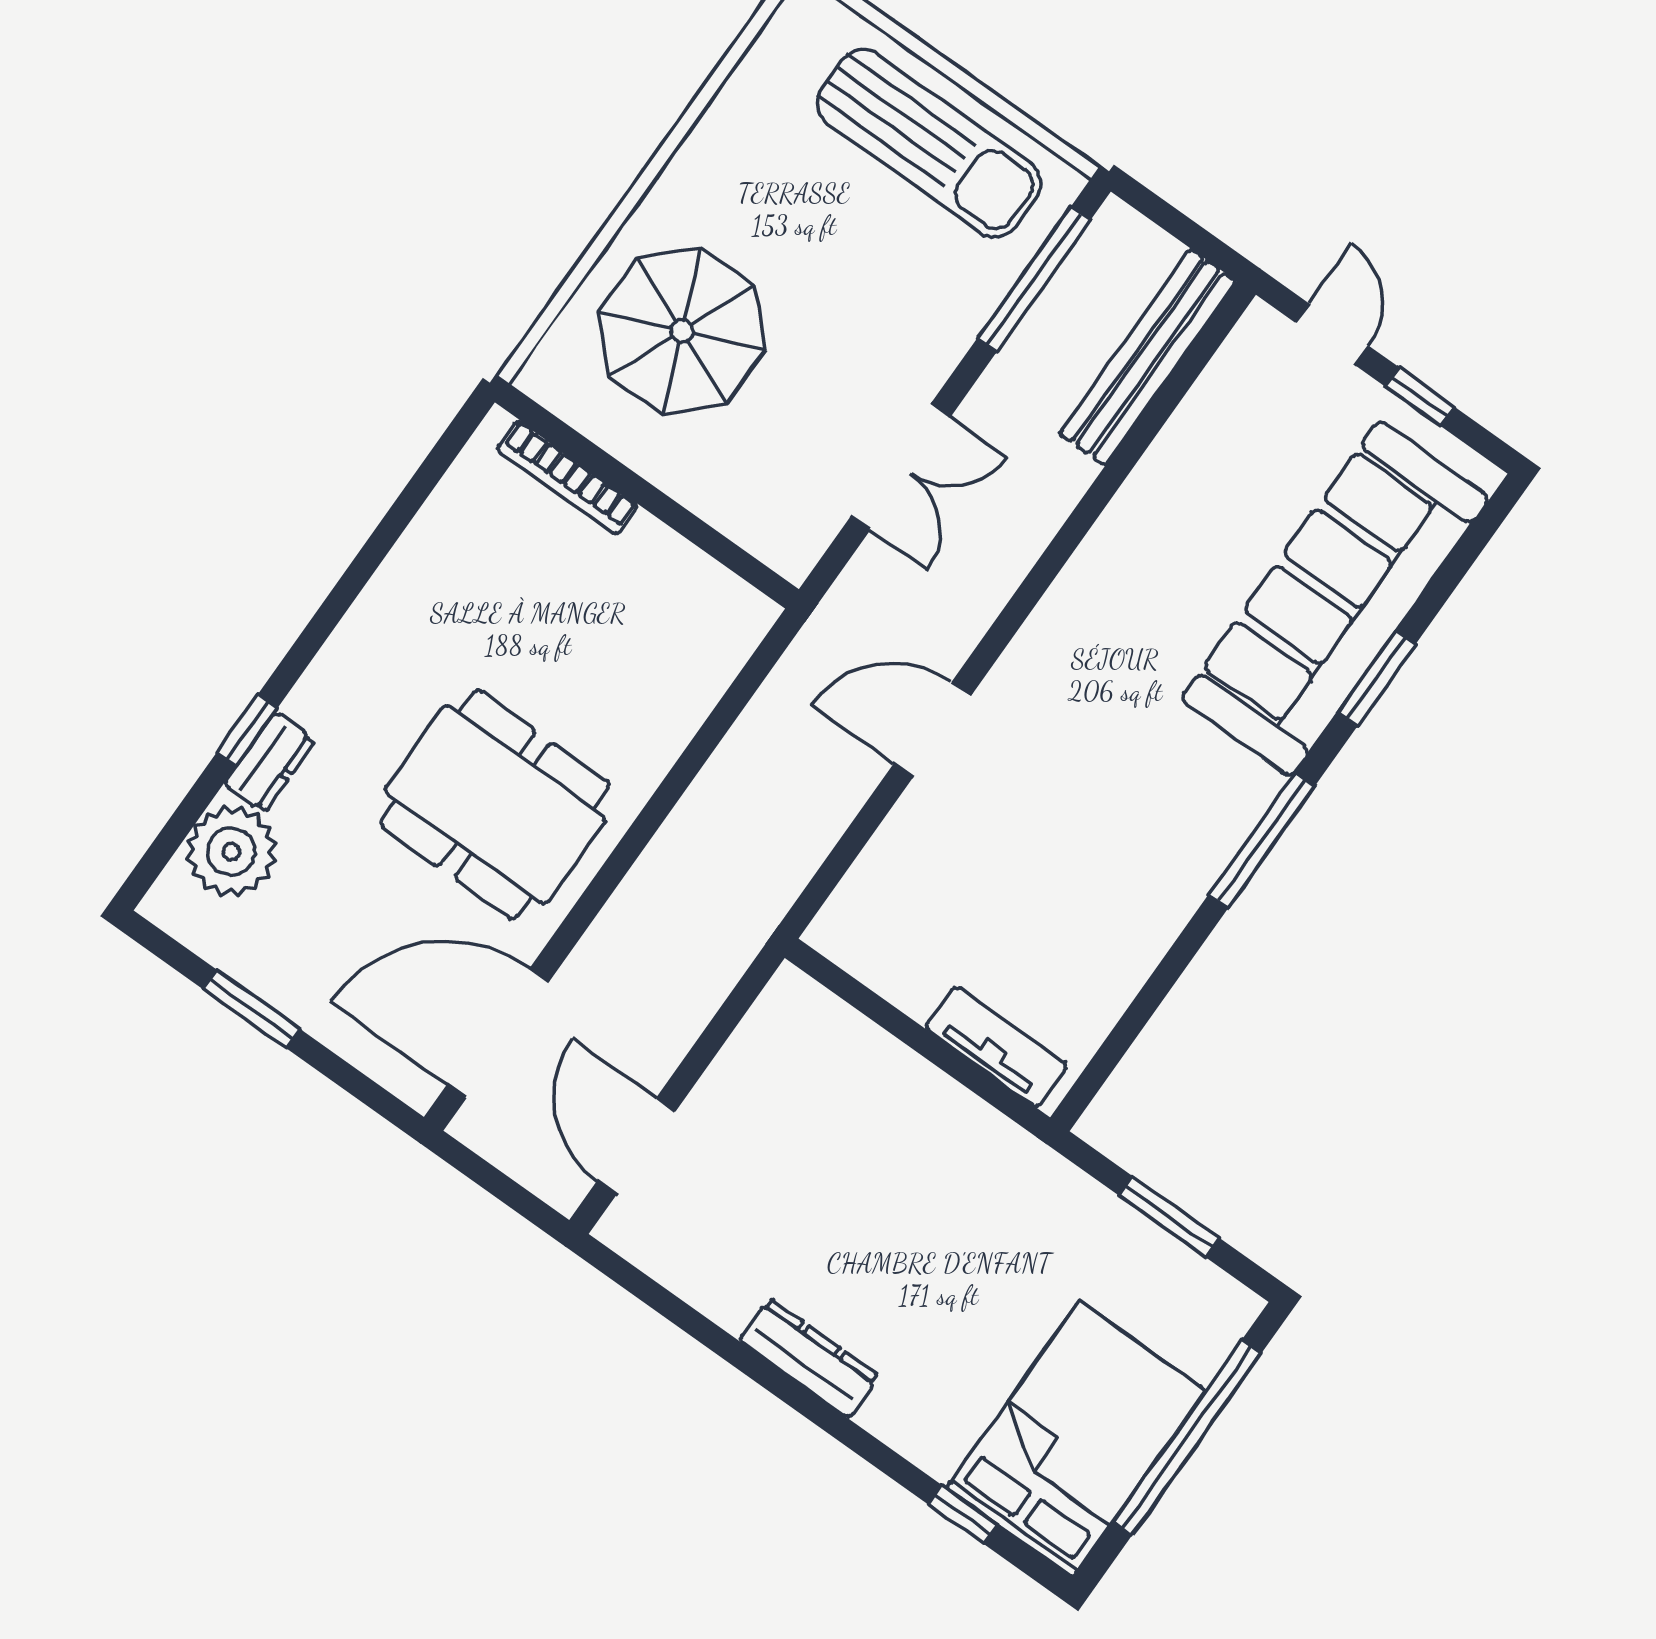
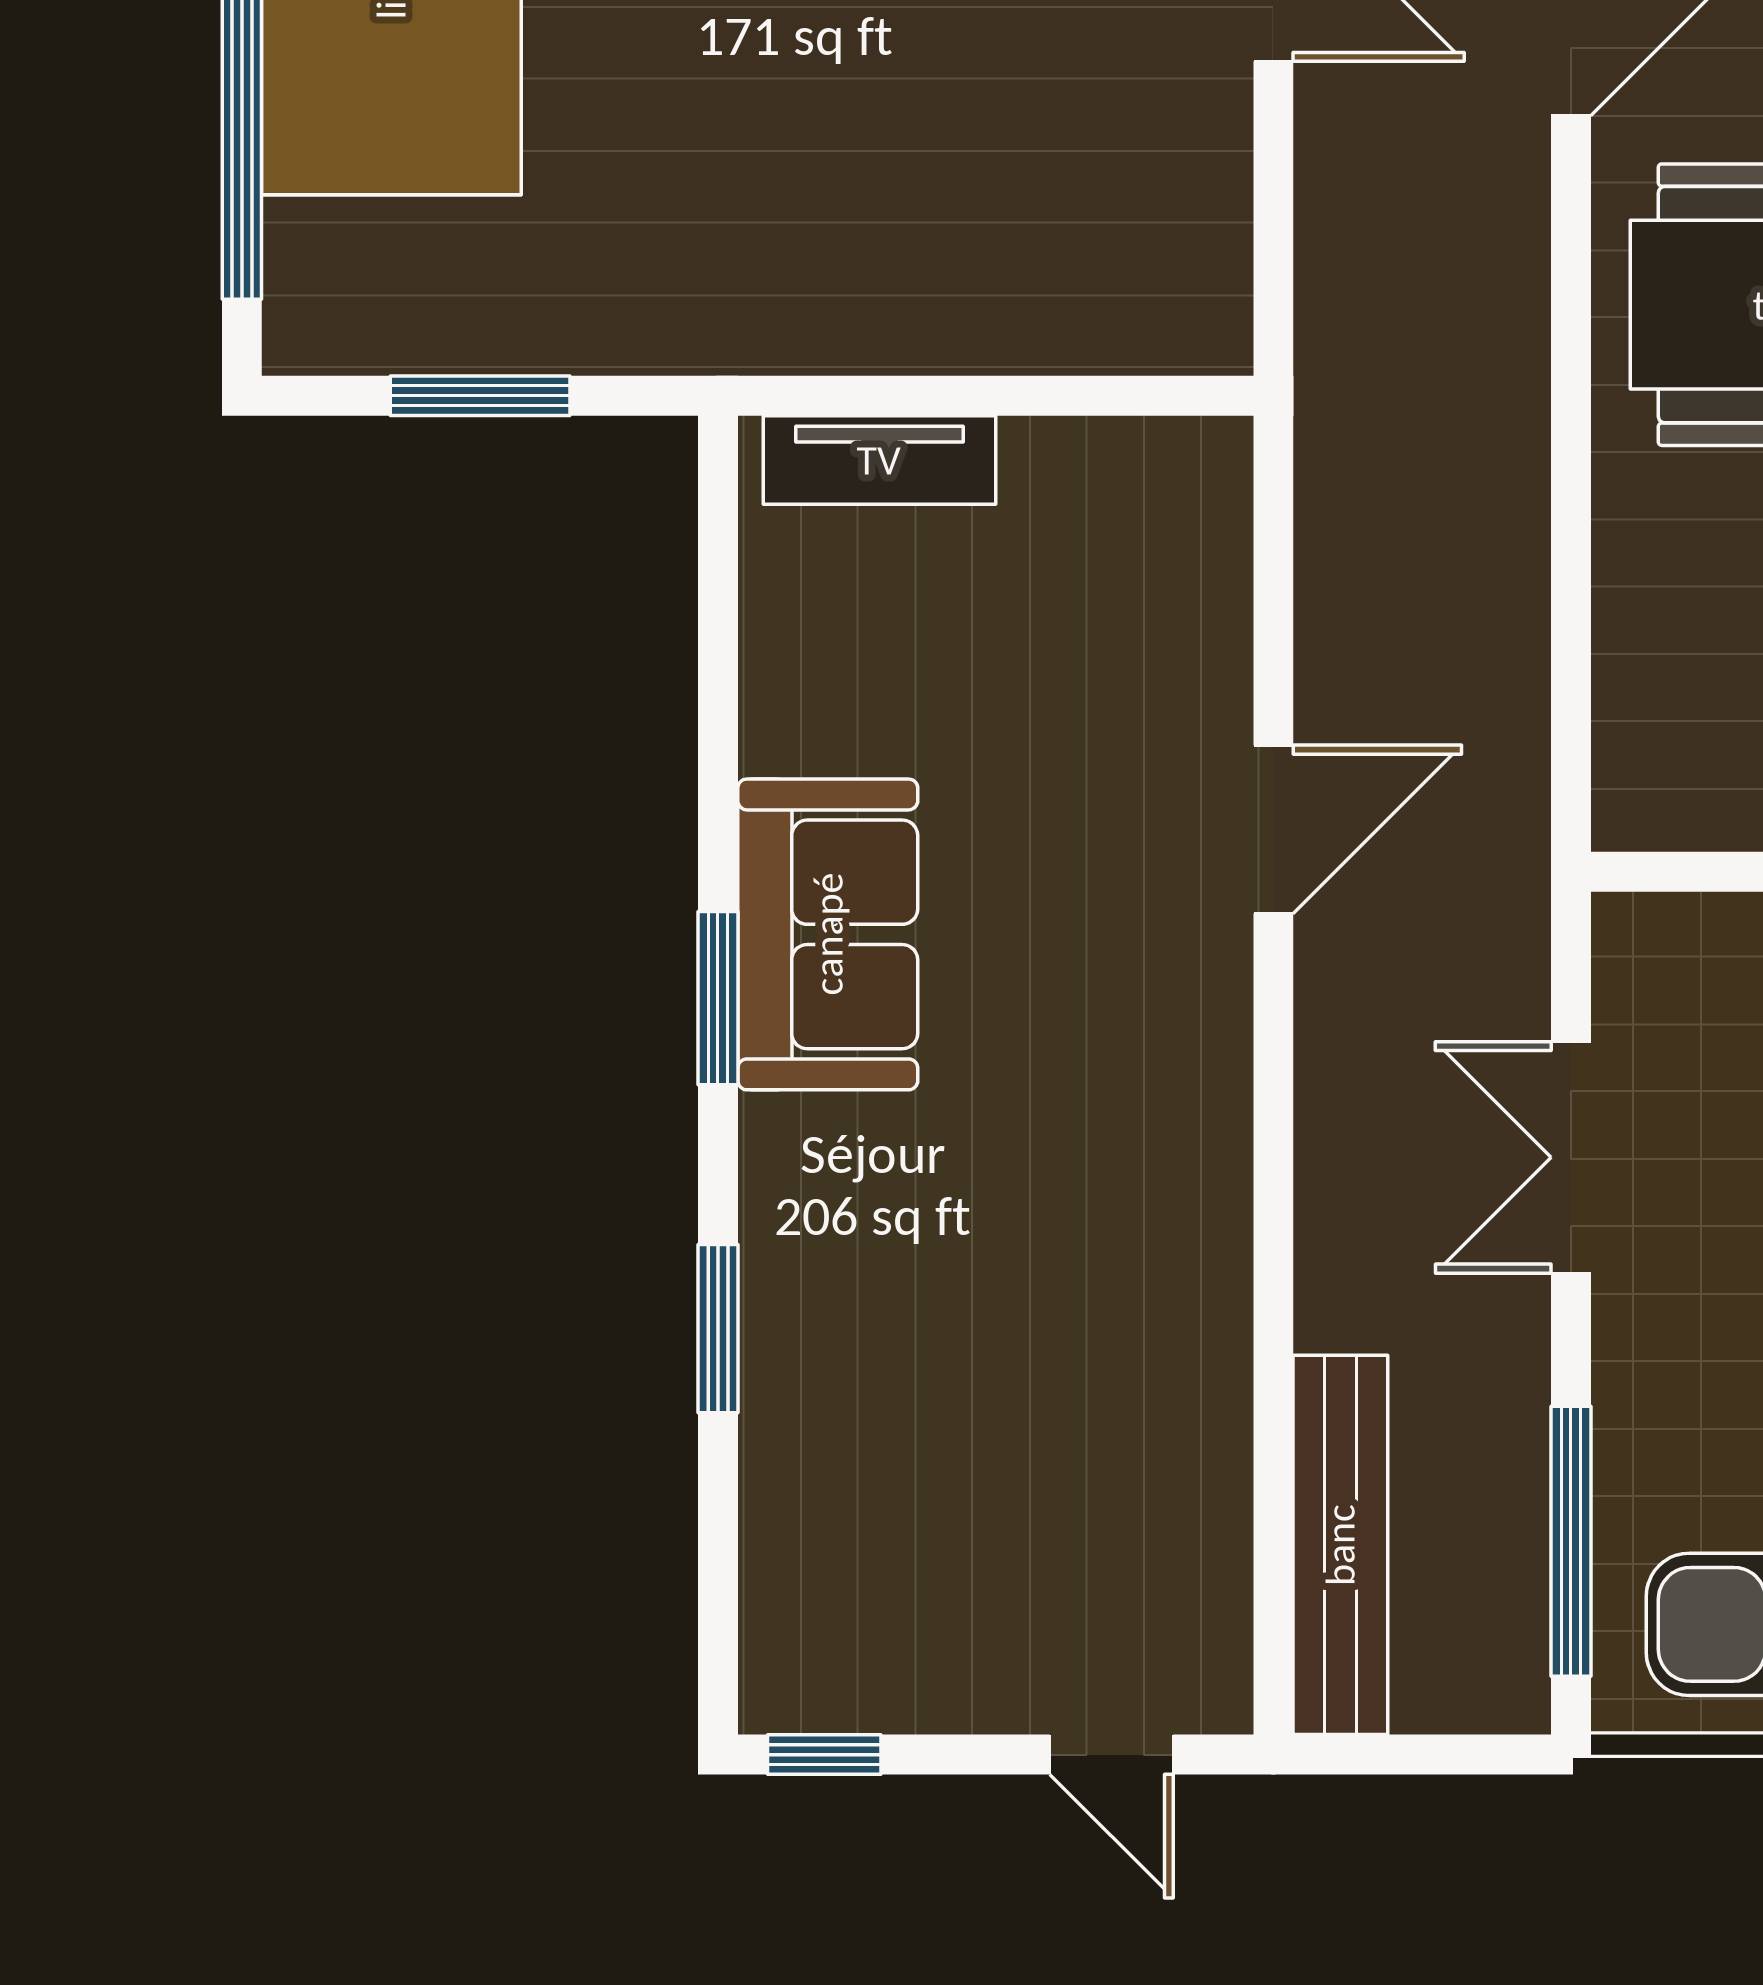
window: (1419, 396) -> (824, 1755), moved
sofa: (1335, 599) -> (828, 934), moved, width x0.54, depth x0.79
window: (1262, 840) -> (718, 998), width x0.69

